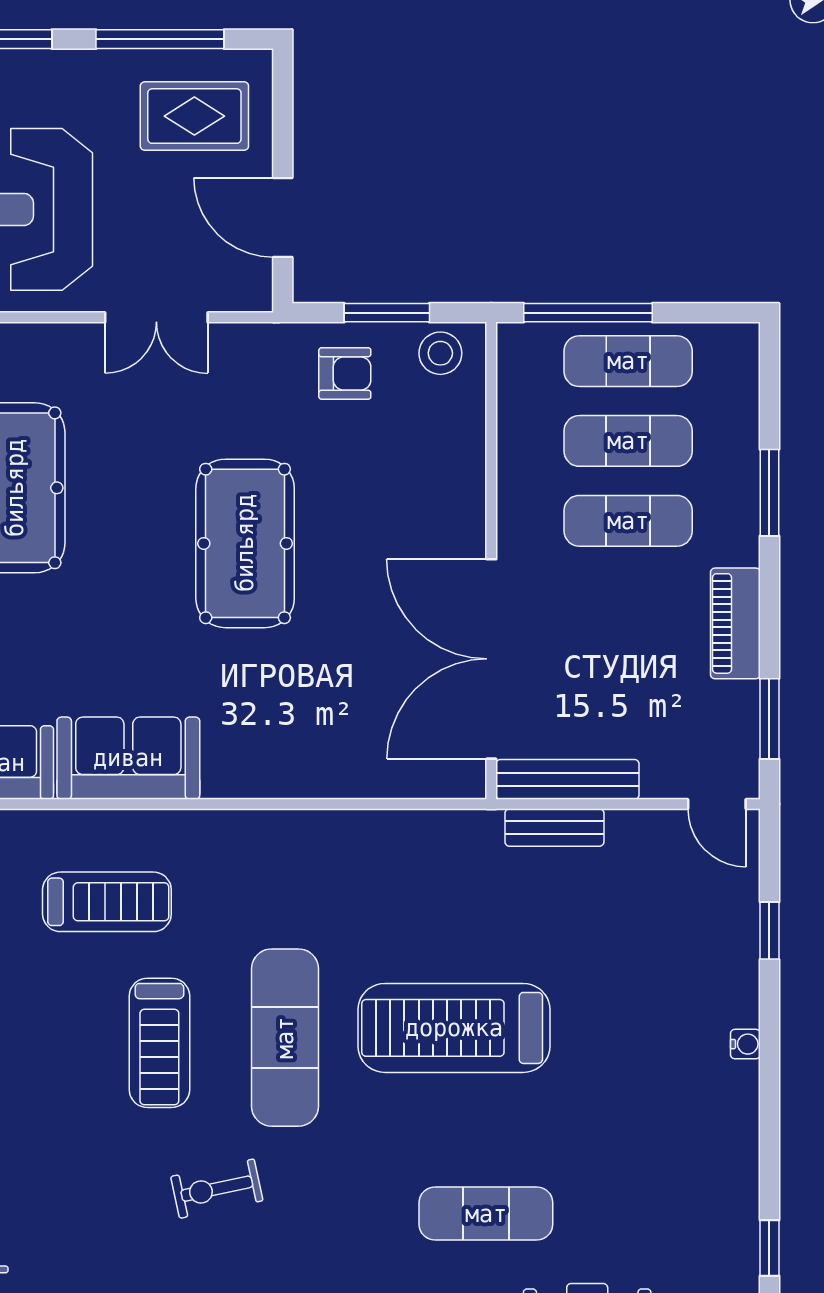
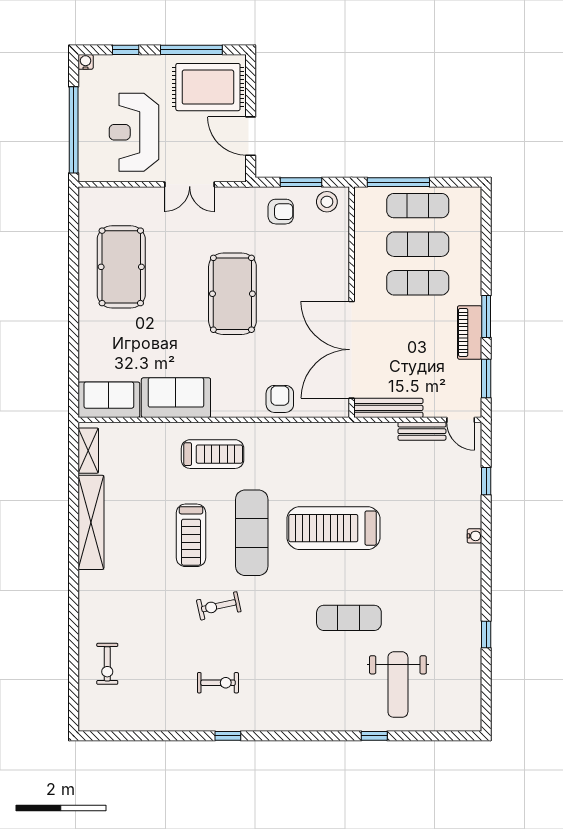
rug: (194, 116) -> (208, 87), width x1.36, depth x1.43
window: (769, 493) -> (486, 316), moved
armchair: (343, 761) -> (280, 399), added
bench: (554, 828) -> (422, 431), moved
treadmill: (107, 902) -> (213, 454), moved

